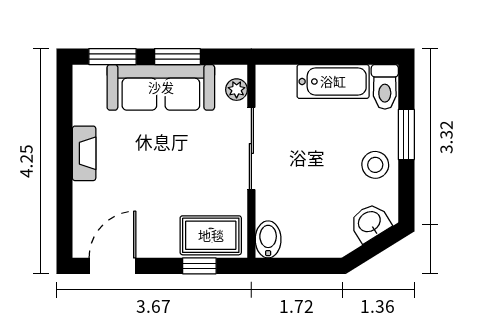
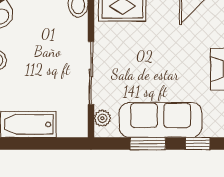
window: (112, 57) -> (198, 144), width x0.67

